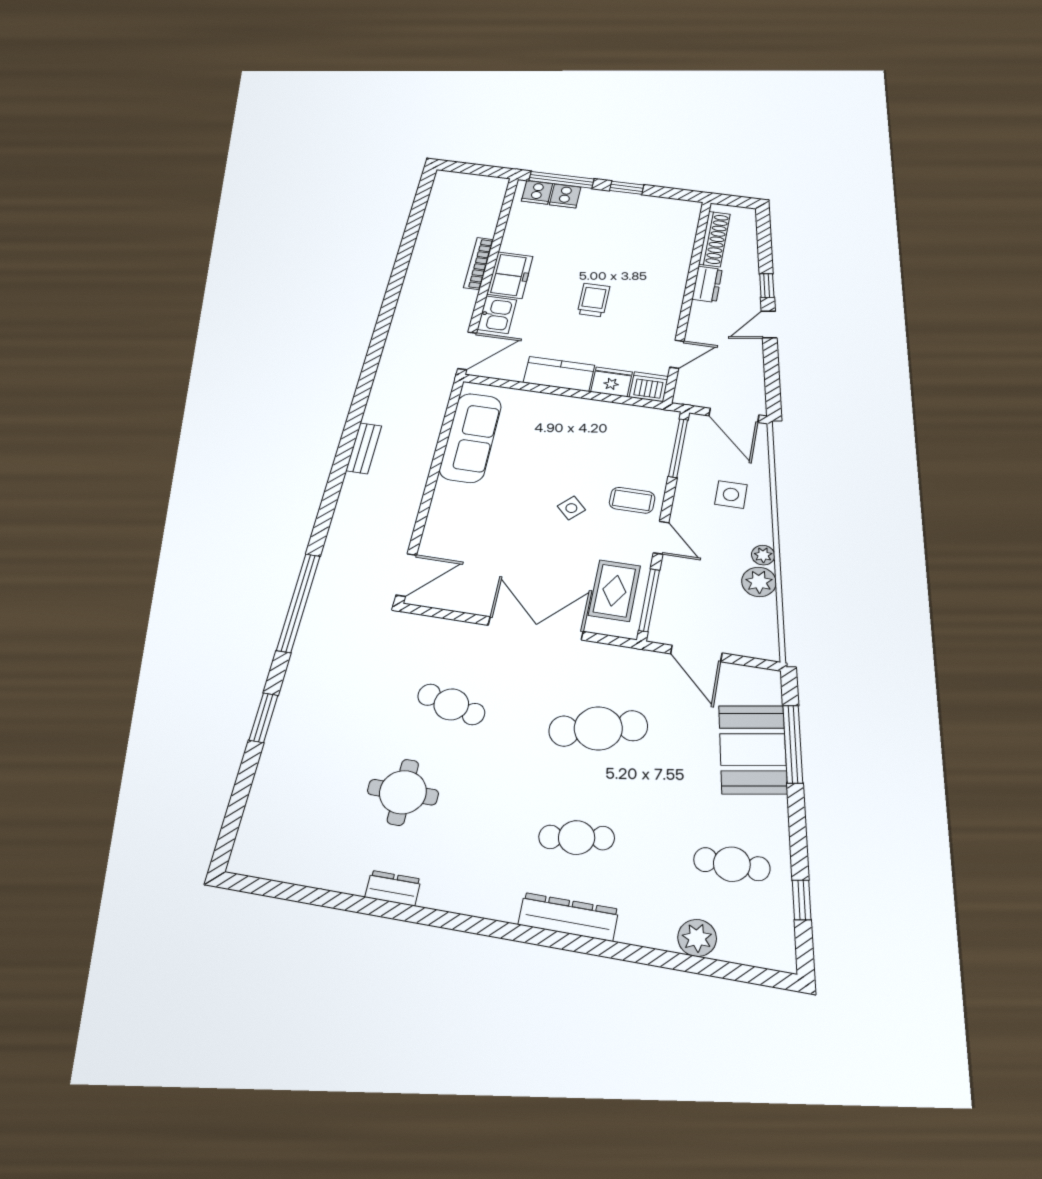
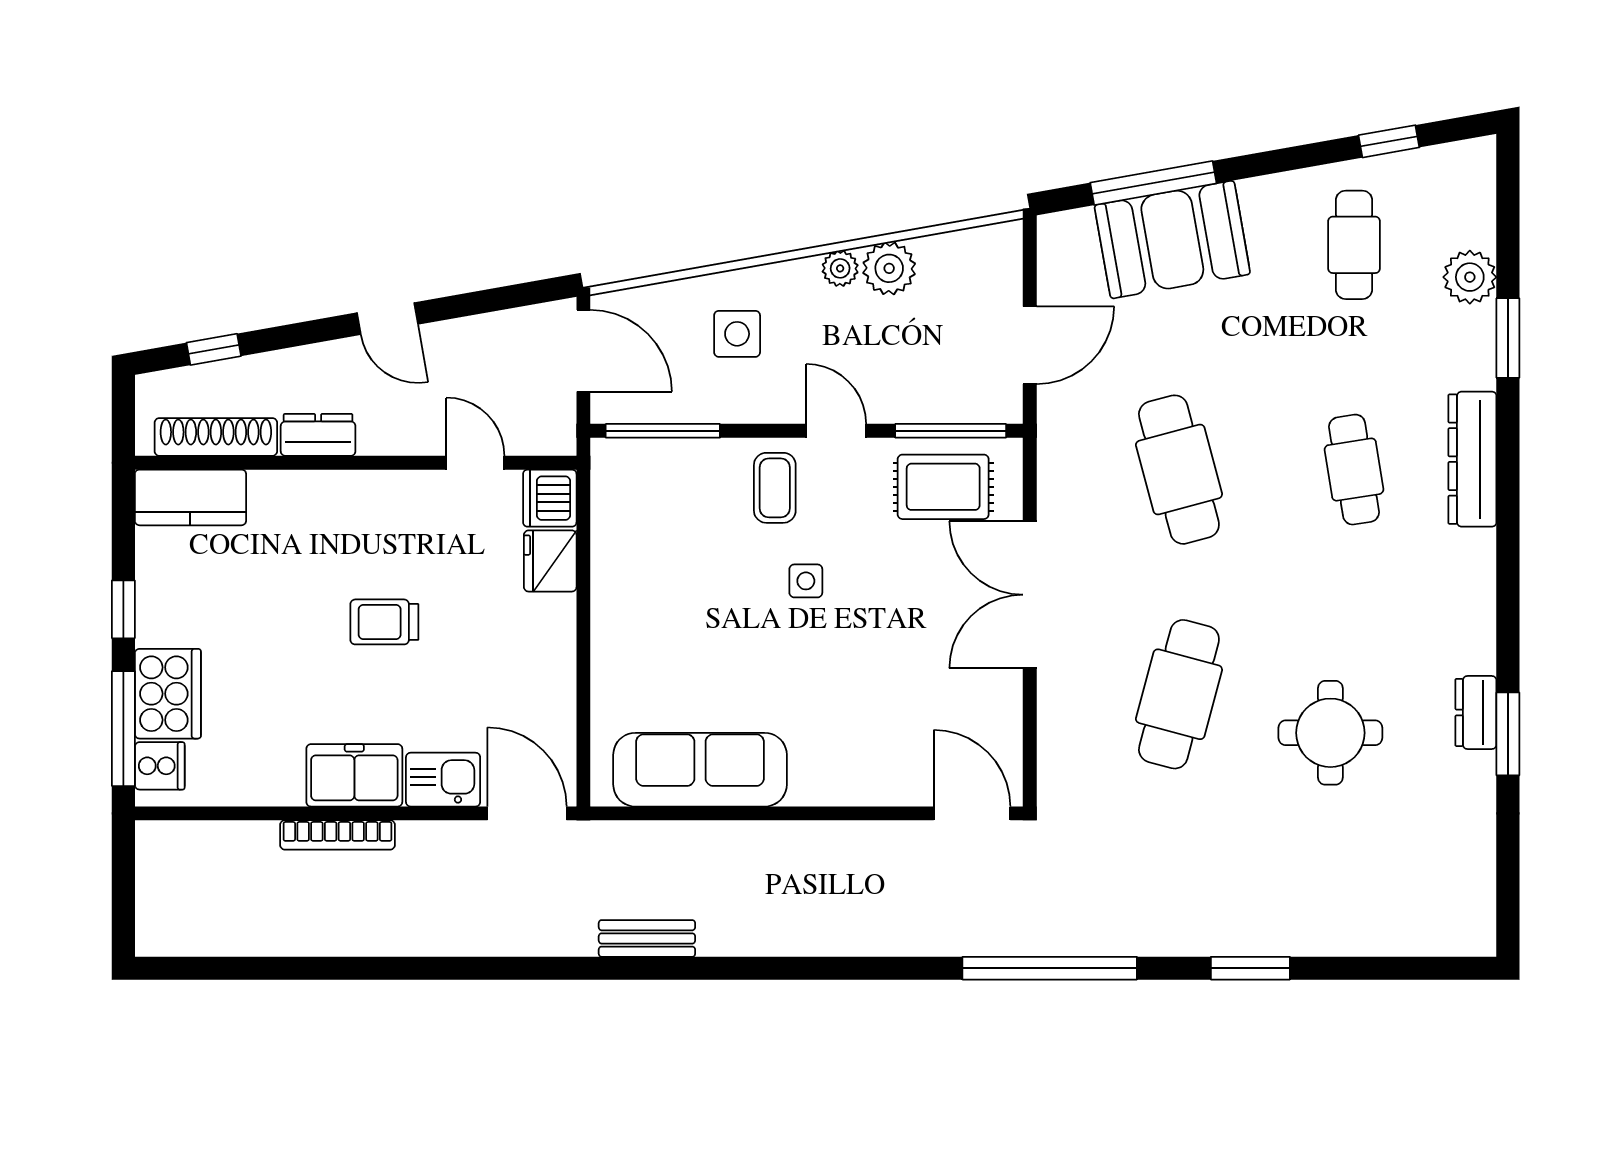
cooker: (565, 196) -> (168, 694), width x1.87, depth x1.31
window: (767, 285) -> (214, 349), moved
kitchen counter: (559, 374) -> (190, 497), moved, turned -90
door: (734, 415) -> (583, 351), hinge flipped
bench: (364, 448) -> (647, 938), moved
side table: (571, 508) -> (806, 581), turned 45
door: (661, 538) -> (836, 431), hinge flipped
cafe table: (451, 704) -> (1179, 694), width x1.37, depth x1.35
window: (373, 907) -> (1508, 734), added
window: (649, 956) -> (1508, 338), added

